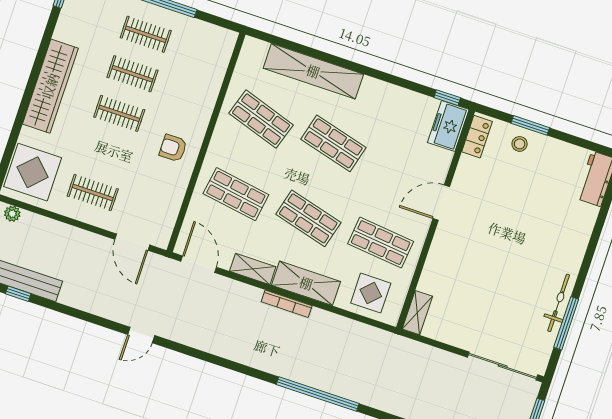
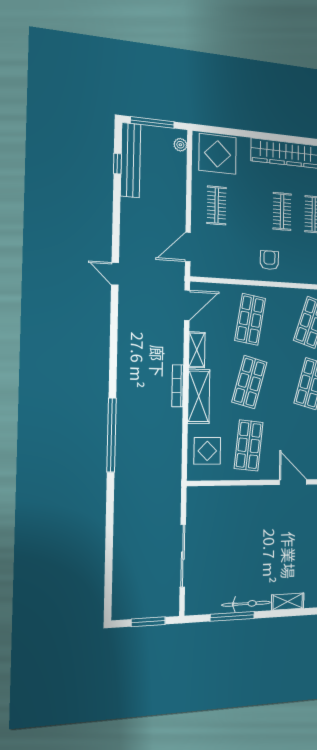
shelving: (417, 313) -> (288, 602), moved
sliding door: (503, 366) -> (183, 556), moved

